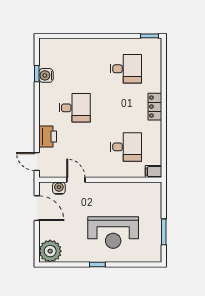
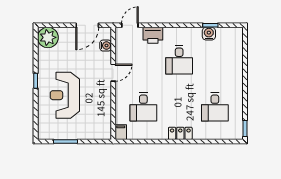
door: (76, 180) -> (113, 73), moved

